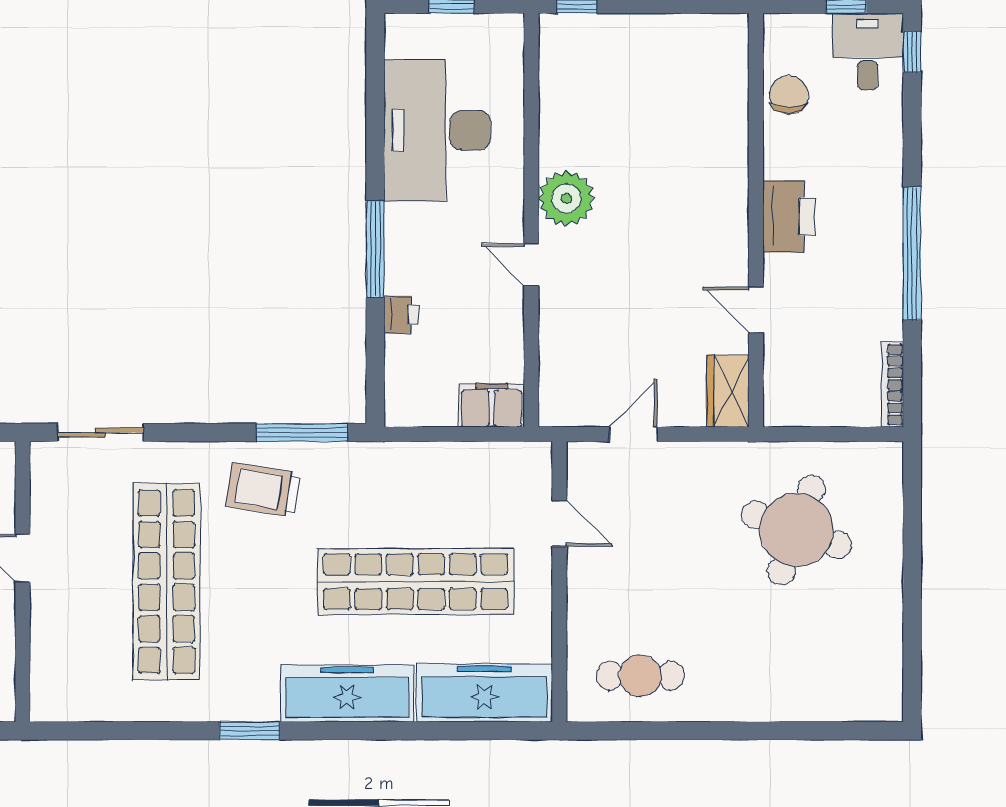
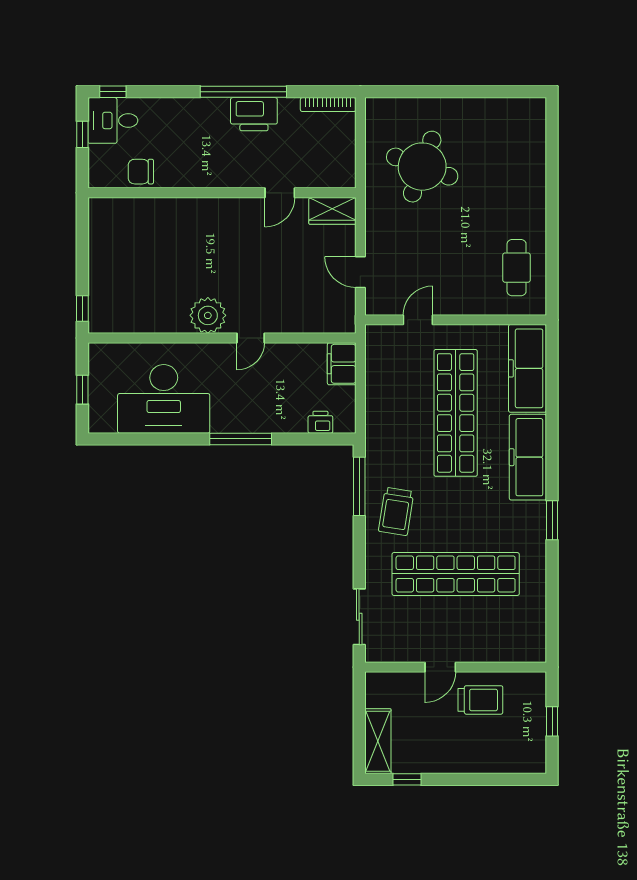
printer: (789, 216) -> (254, 114), moved, turned 180
printer: (401, 315) -> (320, 422), moved

